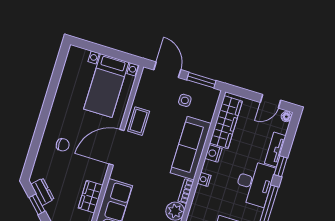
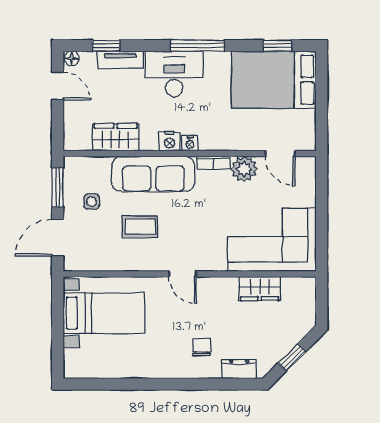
coffee table: (139, 121) -> (140, 227), moved
wardrobe: (226, 122) -> (116, 137), width x0.67
door: (116, 147) -> (183, 274), width x0.53
nightstand: (213, 153) -> (170, 141), moved
window: (281, 166) -> (106, 46), moved
dresser: (43, 192) -> (239, 369), moved, turned 45

